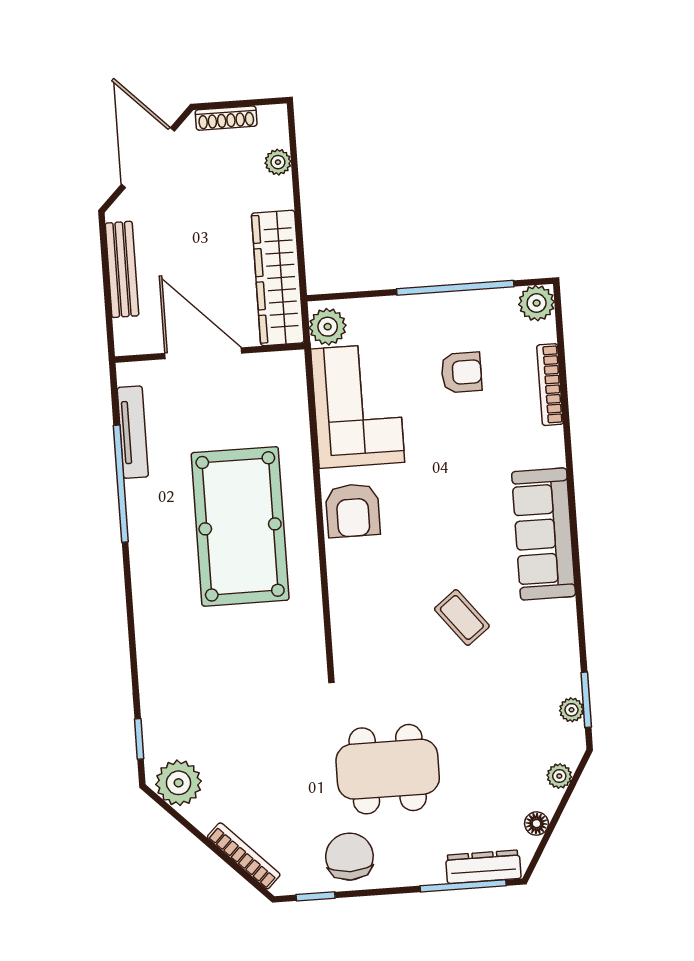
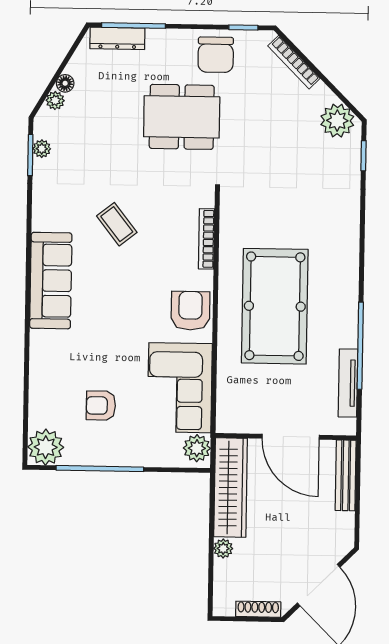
plant: (278, 162) -> (223, 548), moved
bench: (122, 269) -> (346, 475), moved
plant: (537, 303) -> (46, 447), width x1.36, depth x1.36
bookcase: (550, 385) -> (207, 239), moved, turned 180
floor lamp: (536, 824) -> (65, 83), moved

